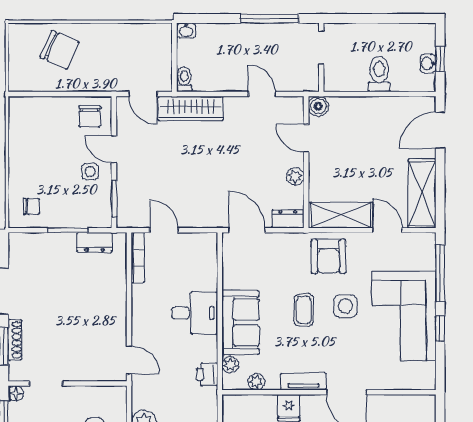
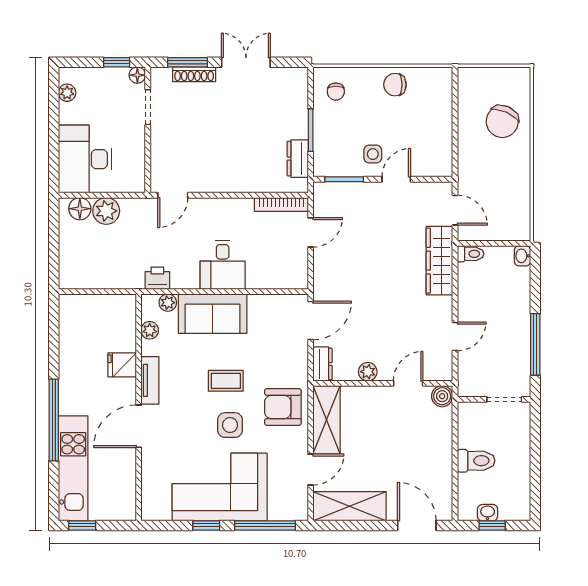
door: (143, 94) -> (455, 210), swing flipped
chair: (90, 116) -> (395, 85), moved

